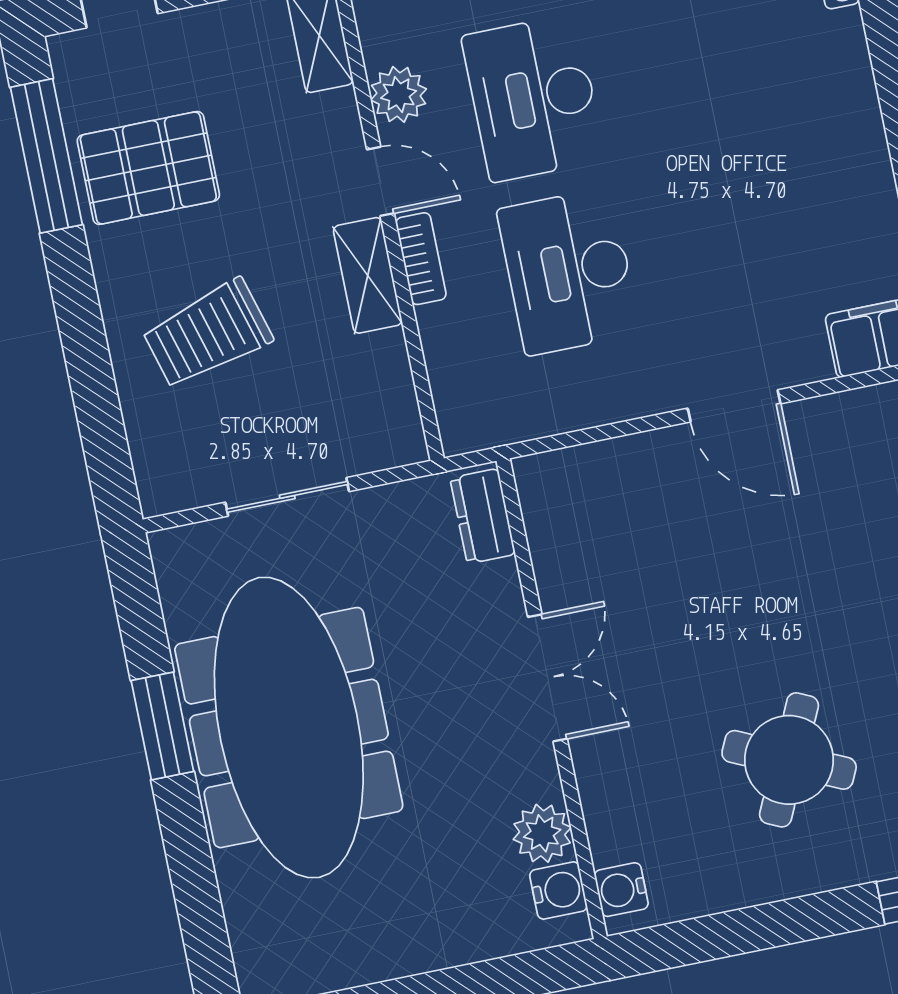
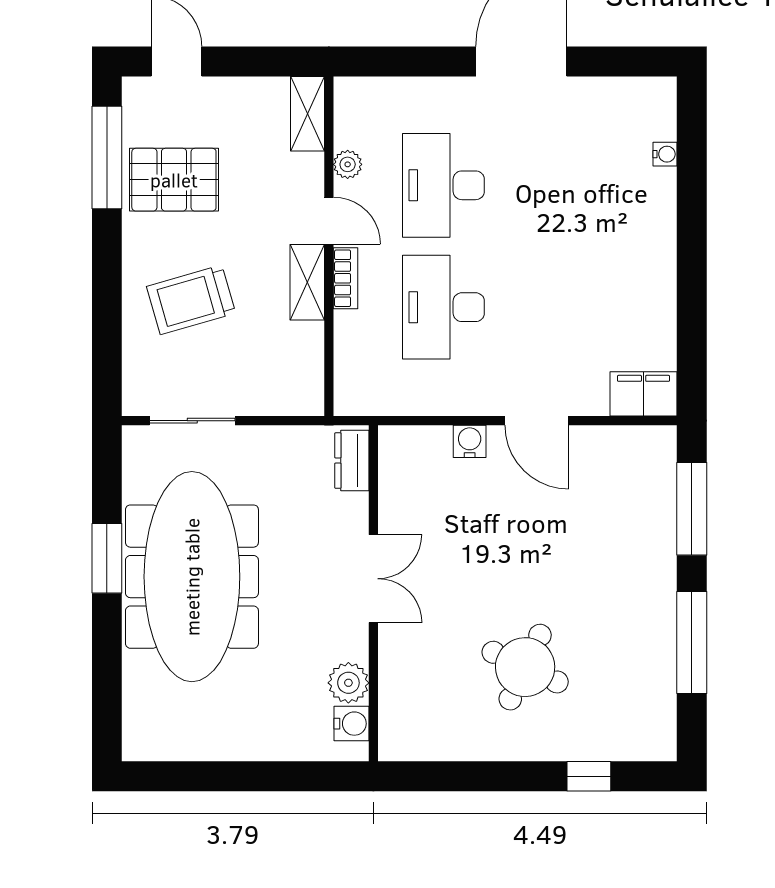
plant: (399, 94) -> (348, 164), width x0.73, depth x0.73
sliding door: (287, 497) -> (192, 421), moved
water cooler: (621, 890) -> (470, 441), moved, turned 90

